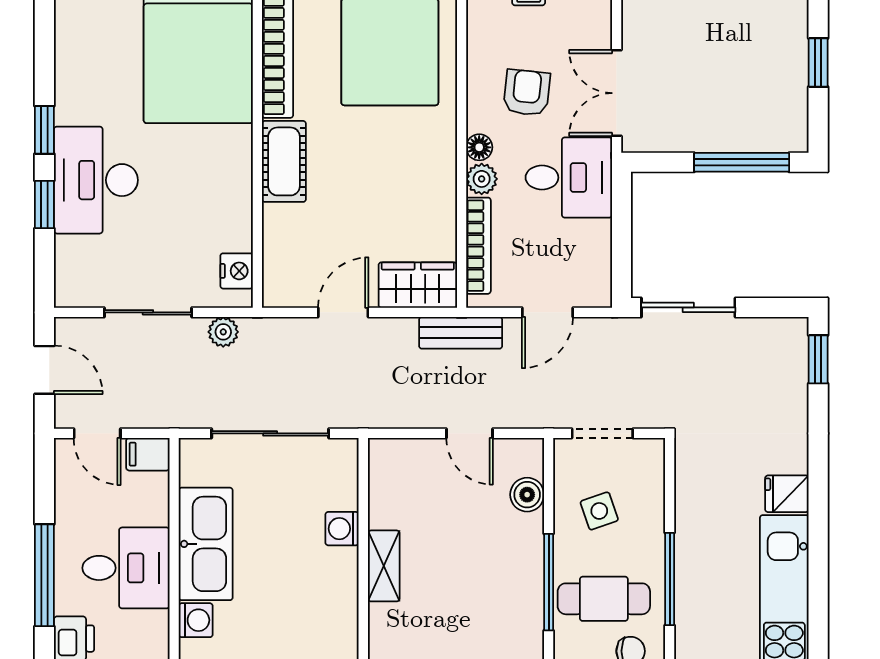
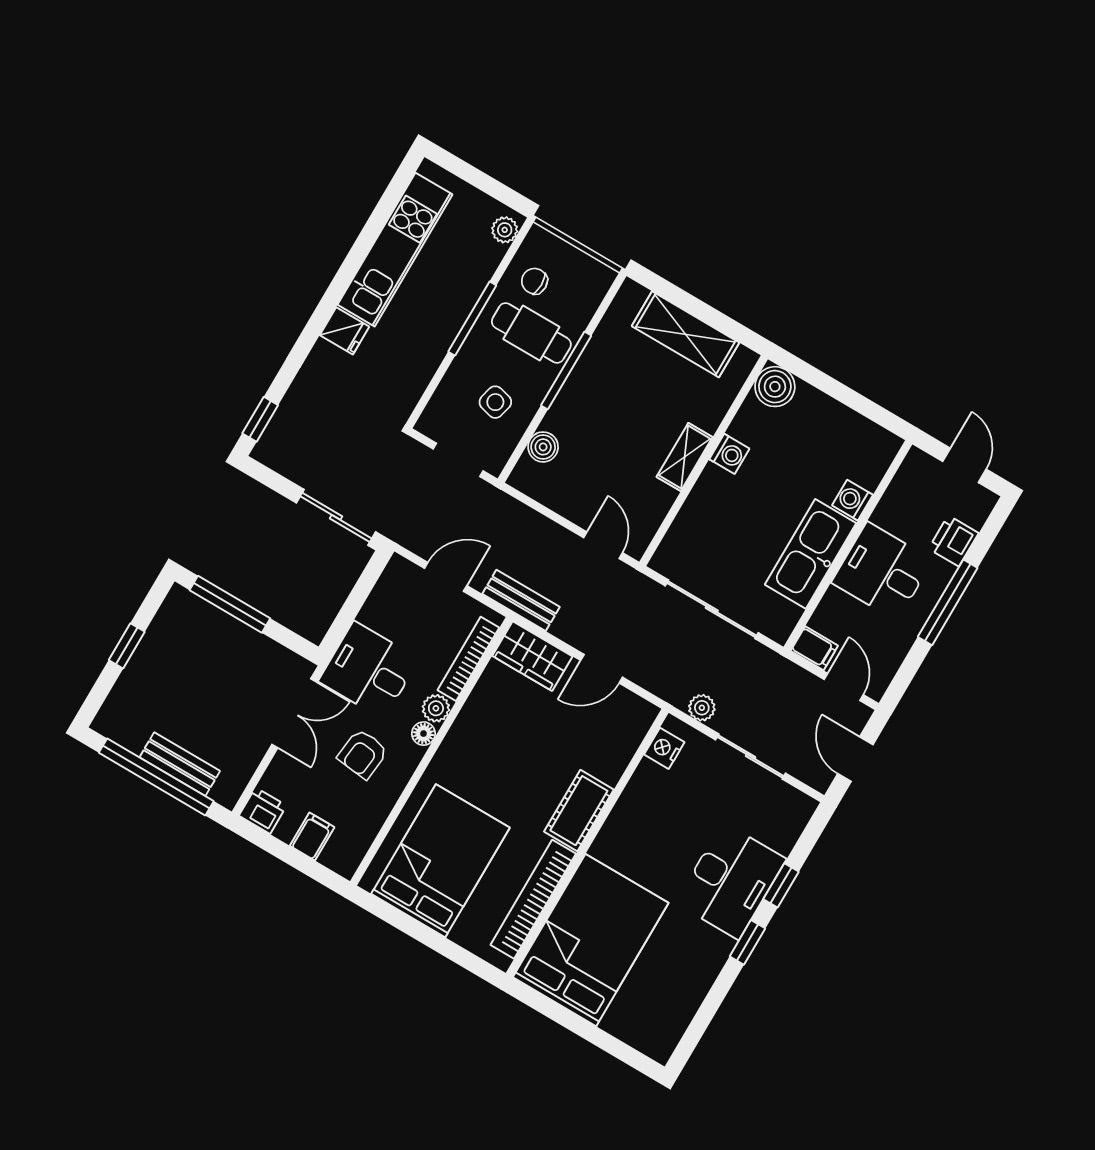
door: (470, 433) -> (603, 545), moved
side table: (599, 511) -> (495, 402), turned 33
washing machine: (342, 529) -> (729, 454), moved

